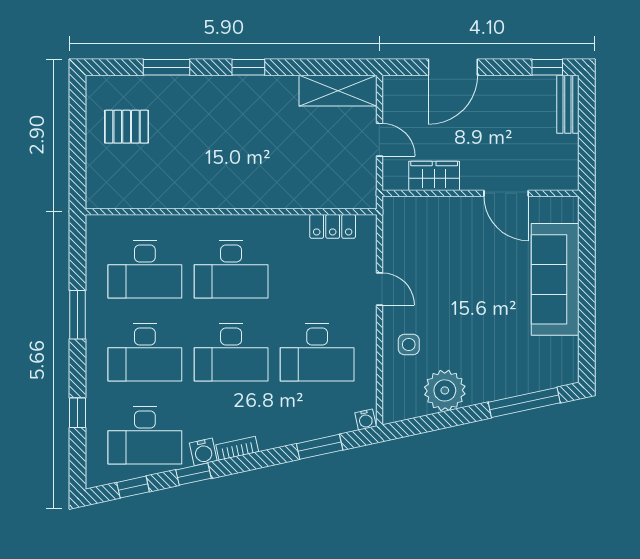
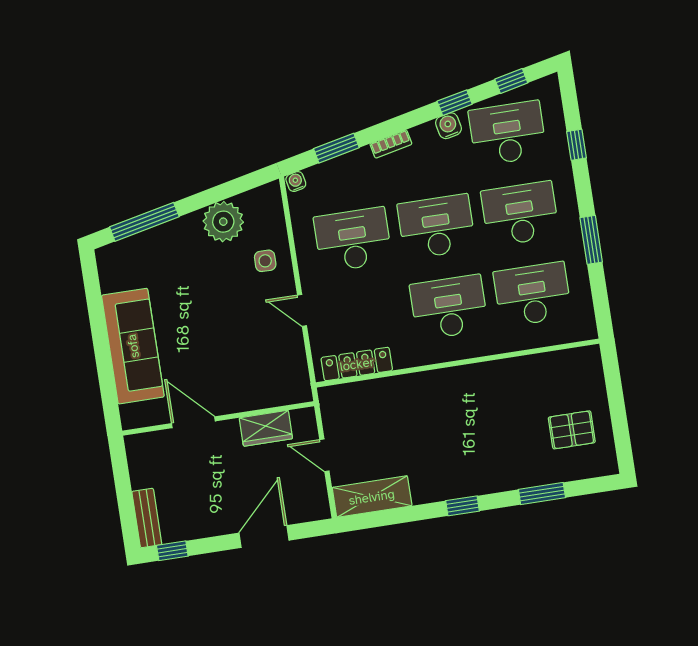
locker: (333, 226) -> (357, 364), width x1.53
bookcase: (237, 448) -> (391, 144), moved

